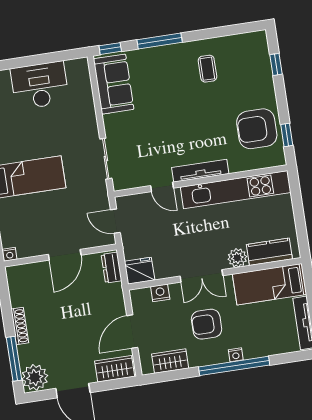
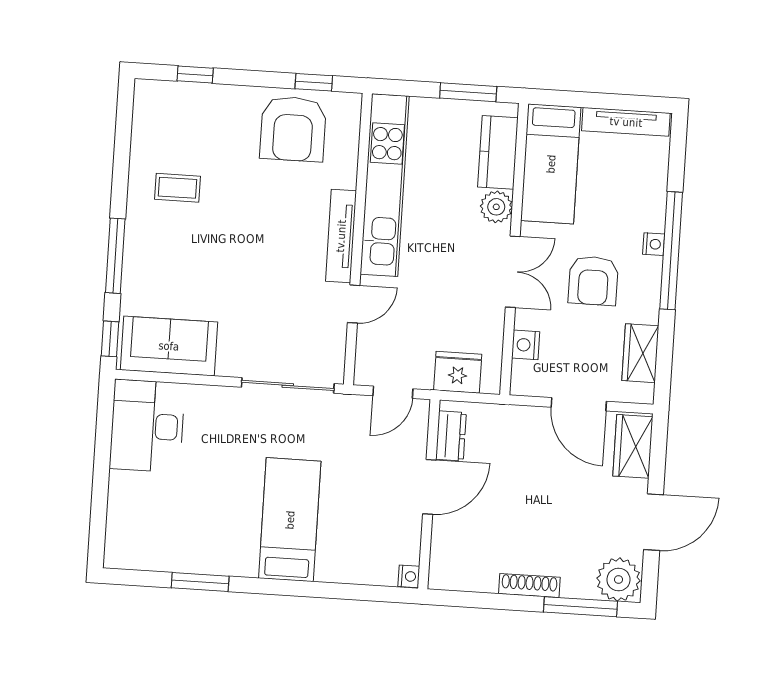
desk: (40, 85) -> (147, 426), moved
sliding door: (106, 159) -> (288, 385), width x1.37
window: (301, 227) -> (468, 92), added
door: (65, 255) -> (429, 487), hinge flipped
dresser: (111, 268) -> (451, 436), moved, turned -90
fridge: (140, 271) -> (458, 372), moved, turned 90

